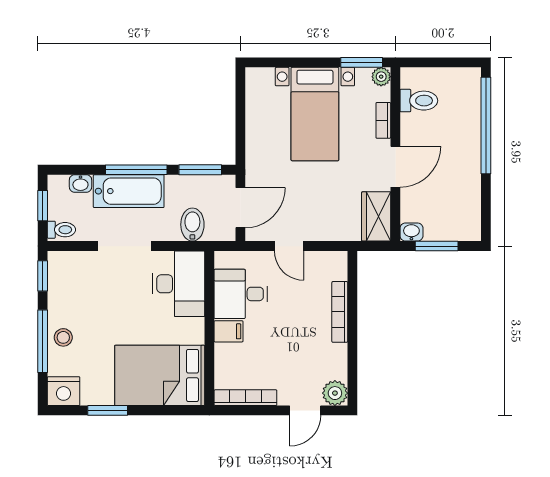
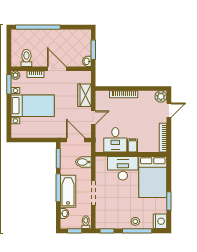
wardrobe: (376, 216) -> (84, 95), moved, turned 90
desk: (179, 284) -> (123, 168), moved
door: (305, 410) -> (169, 110), hinge flipped

